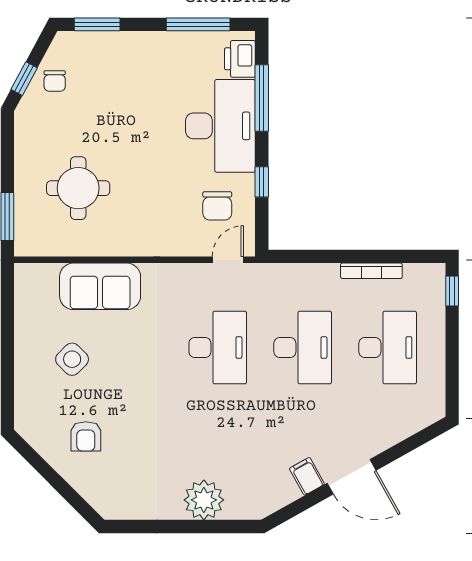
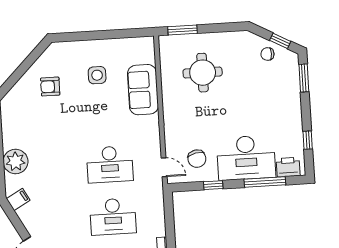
window: (198, 24) -> (308, 140), width x0.46
window: (24, 79) -> (280, 41), moved
chair: (217, 206) -> (197, 159), turned -102
side table: (72, 359) -> (97, 75), turned 45
filing cabinet: (307, 476) -> (18, 199), moved

